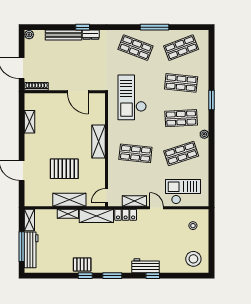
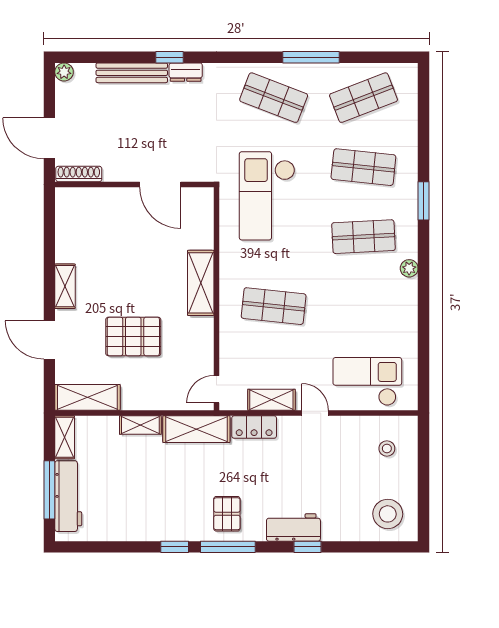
shelving: (30, 122) -> (65, 286), moved
shop shelf: (181, 153) -> (363, 306), removed
shelving: (69, 200) -> (87, 397), moved
pallet: (82, 264) -> (227, 514), moved, turned 90
window: (112, 276) -> (228, 547), width x1.44

